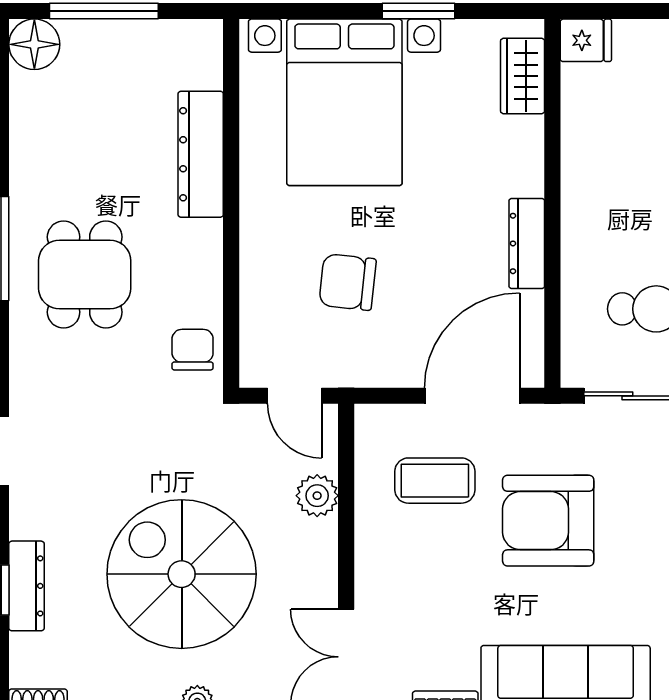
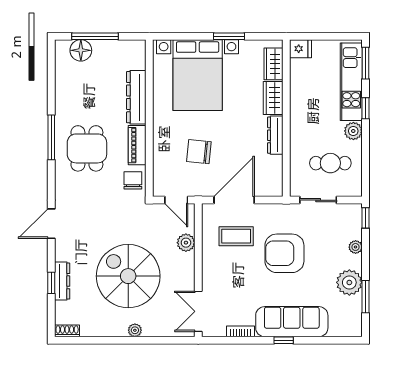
floor lamp: (34, 44) -> (81, 50), moved
wardrobe: (522, 156) -> (273, 98), added
piano: (202, 267) -> (137, 145), added
door: (472, 396) -> (234, 200), moved

